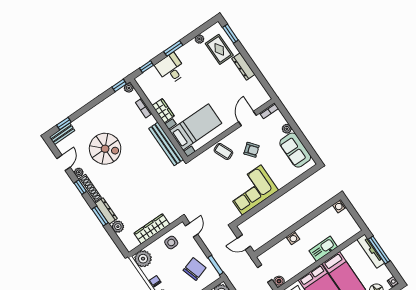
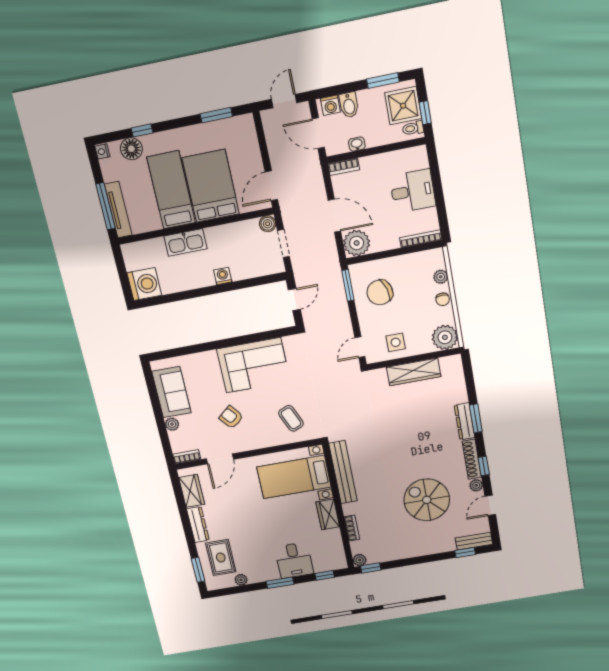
wardrobe: (257, 88) -> (192, 491), added
coffee table: (223, 151) -> (291, 418), moved
washing machine: (339, 206) -> (144, 284), width x1.89, depth x1.89
plant: (118, 227) -> (459, 394), removed
door: (244, 242) -> (294, 300), hinge flipped

